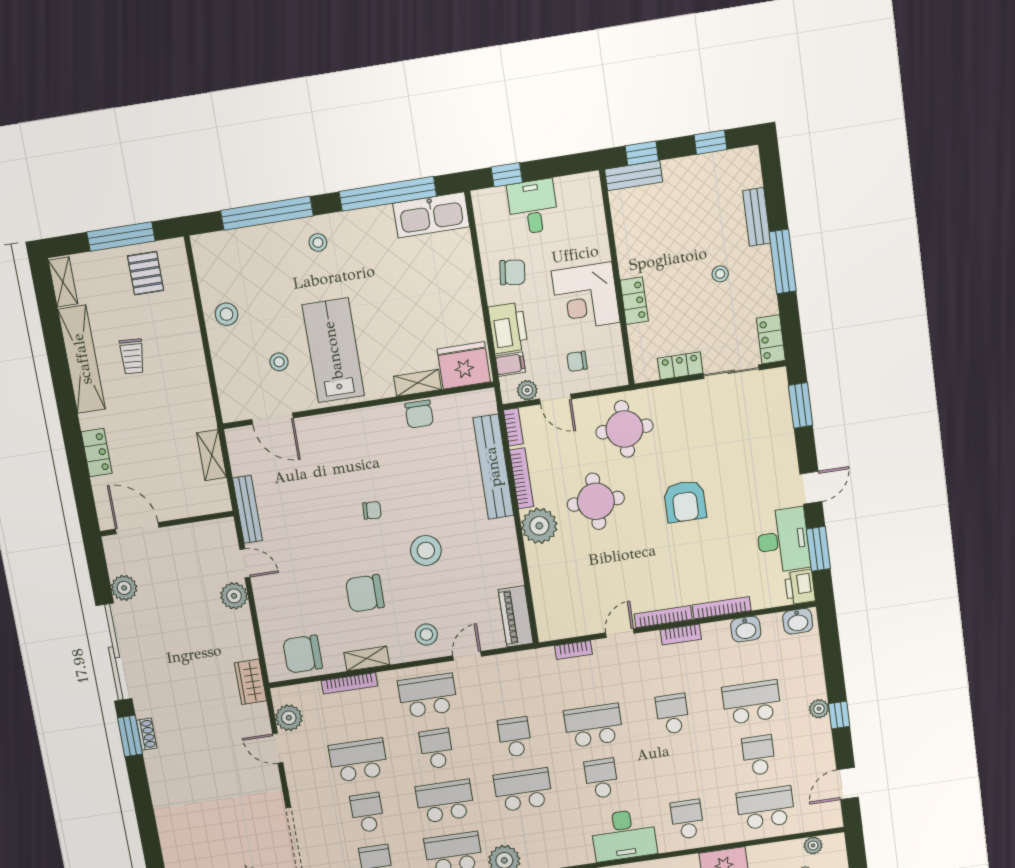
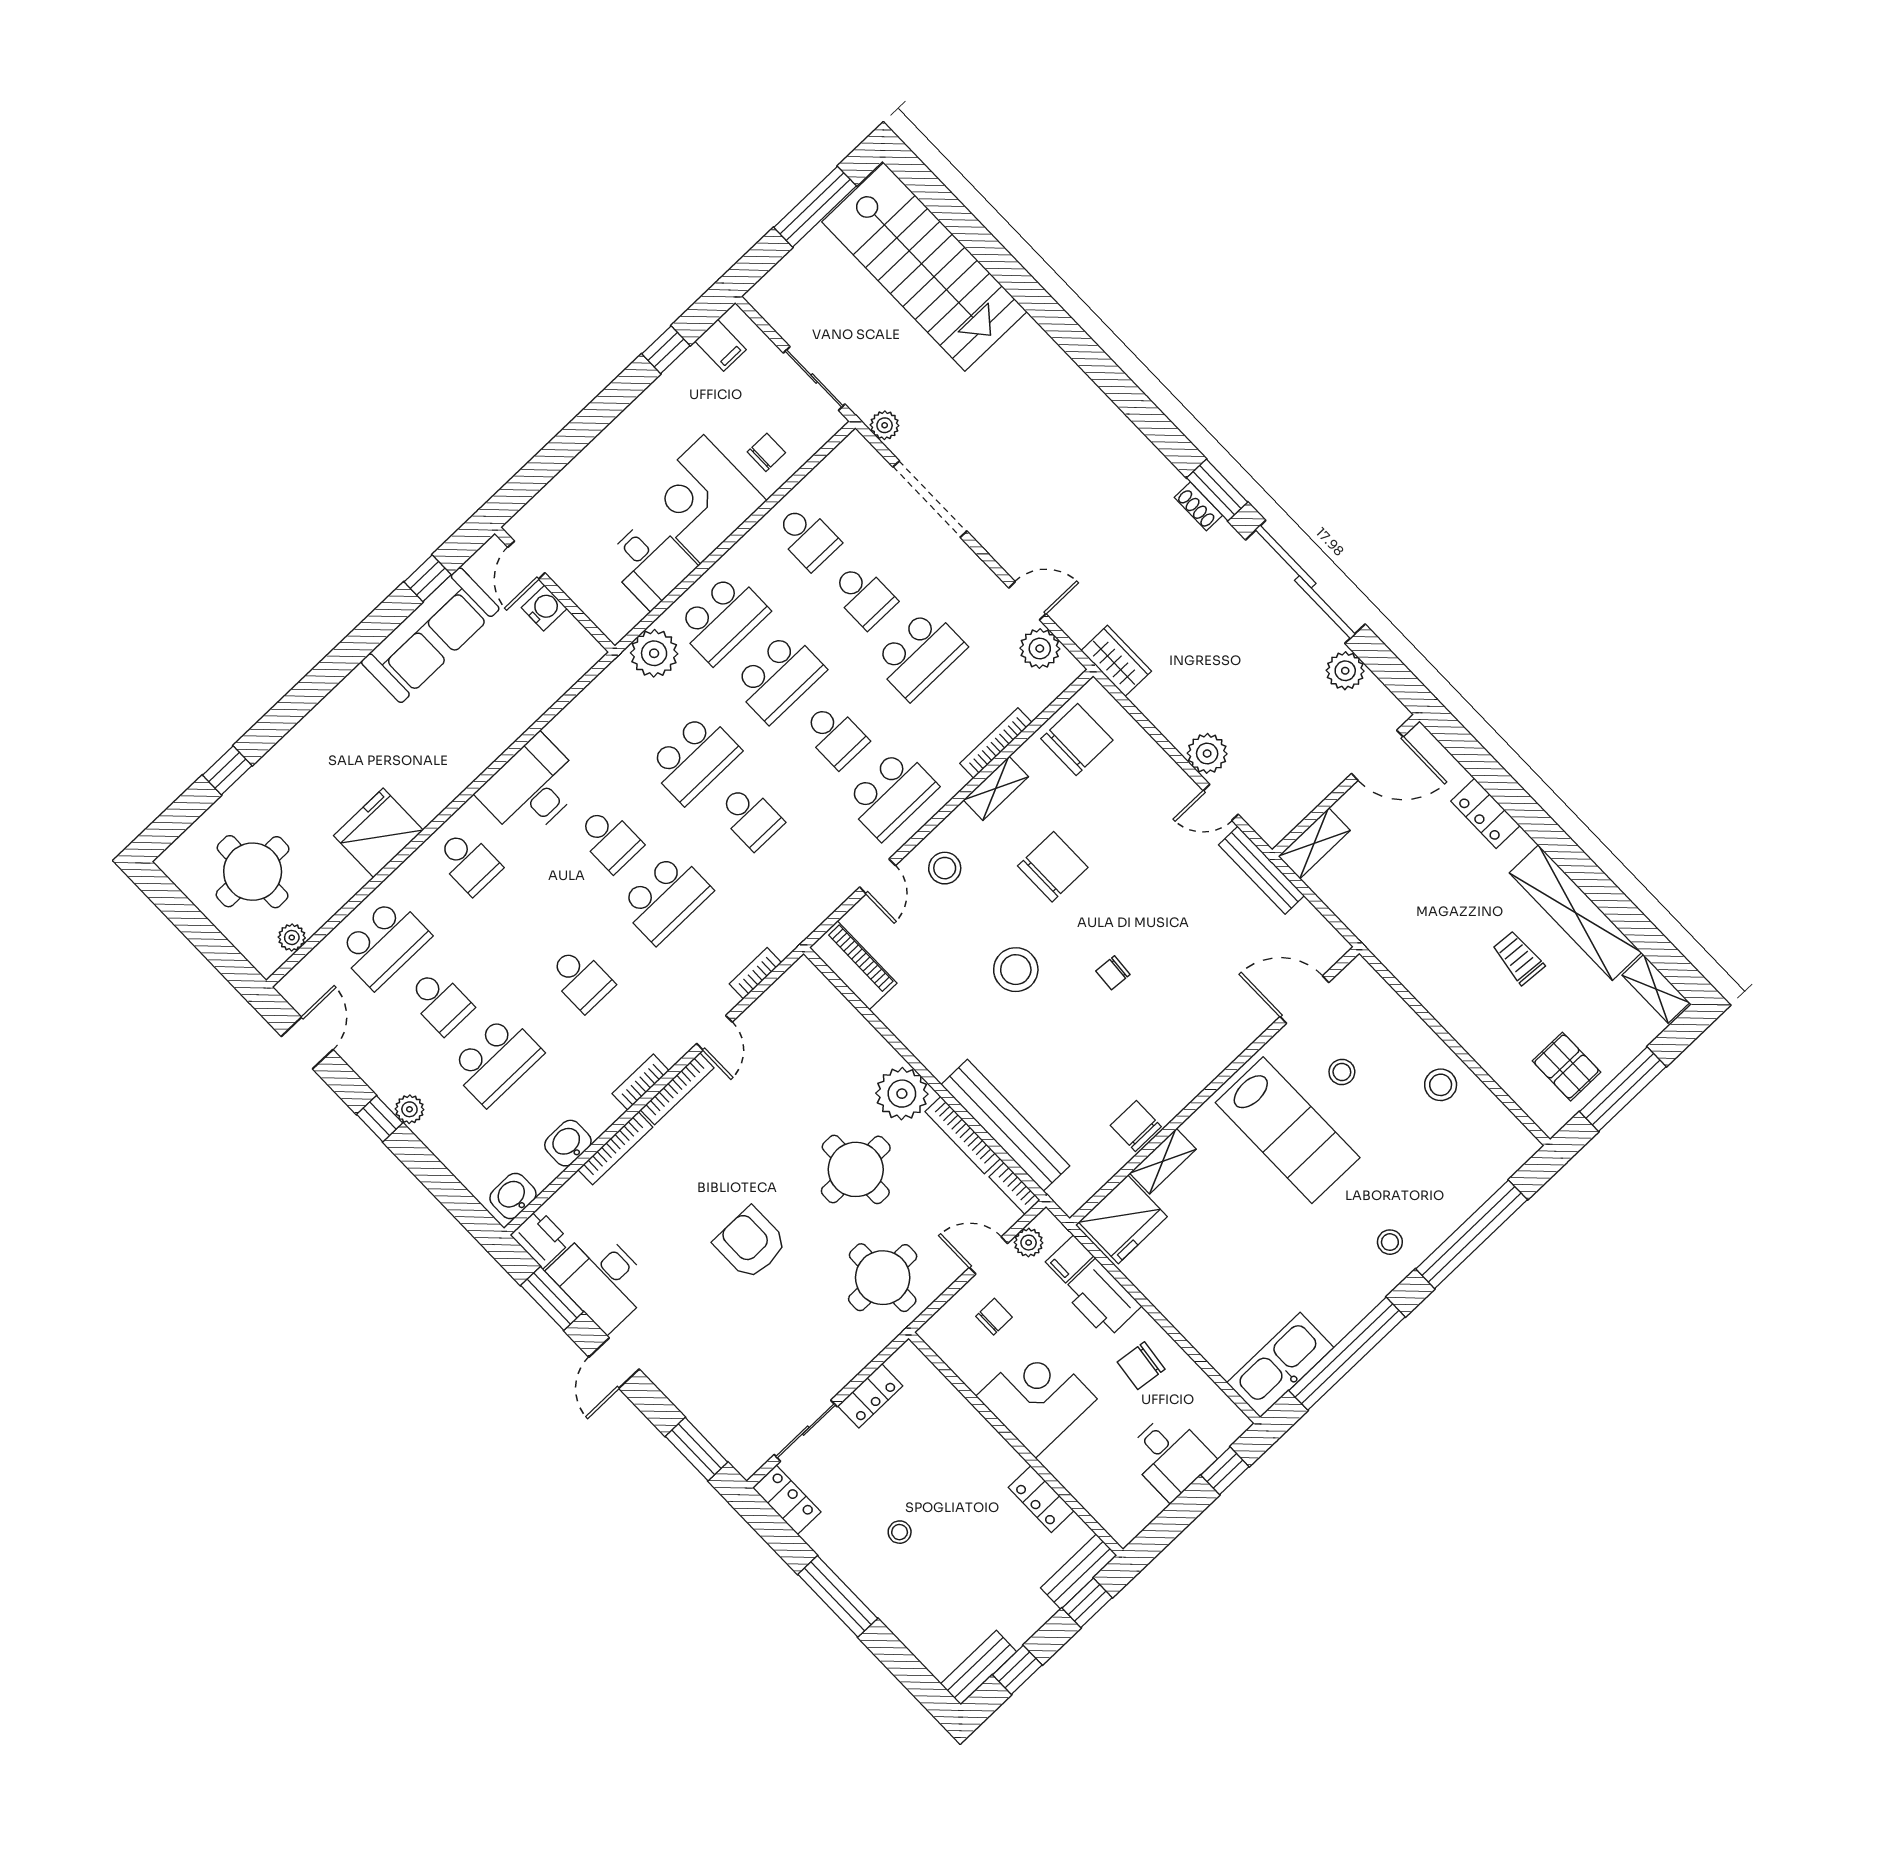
bench: (757, 217) -> (979, 1668), moved, turned 90
locker: (634, 301) -> (1041, 1499), moved
shelving: (212, 455) -> (1314, 843), moved, turned 90

